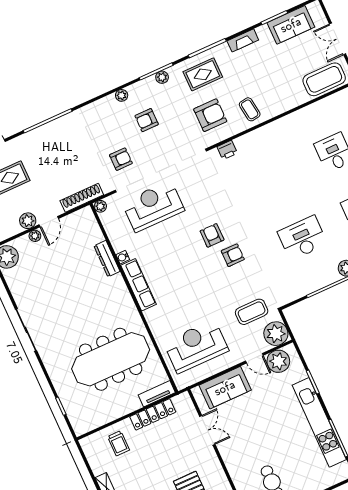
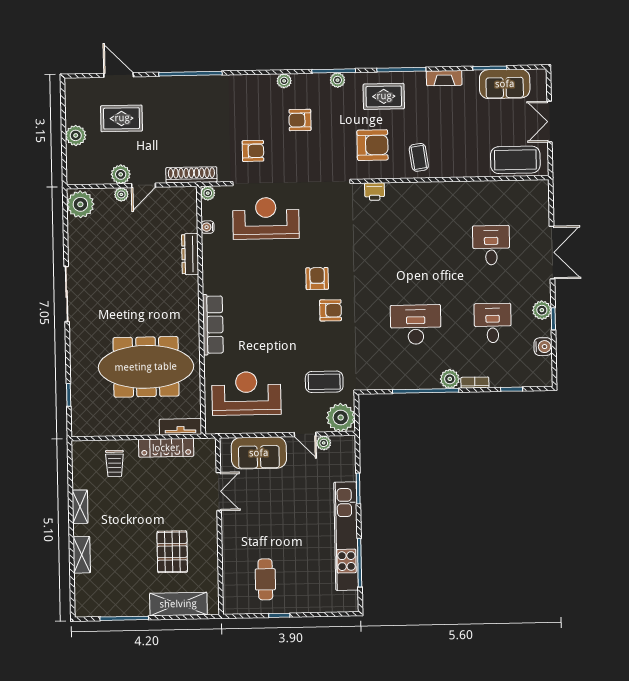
water cooler: (123, 257) -> (208, 227), moved
row of seats: (138, 285) -> (213, 325), moved
plant: (278, 361) -> (324, 443), width x0.53, depth x0.53

